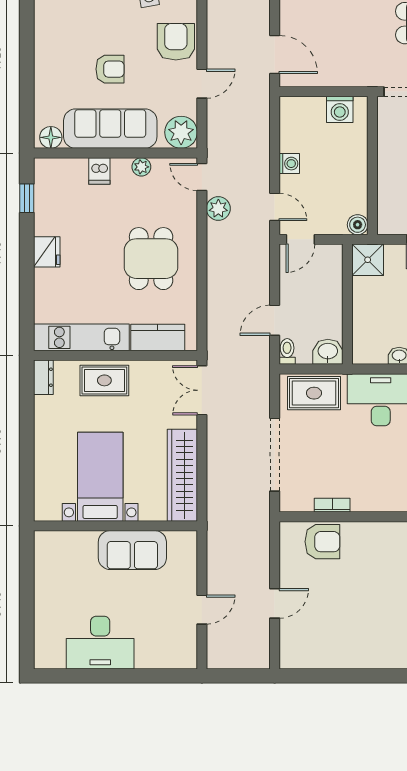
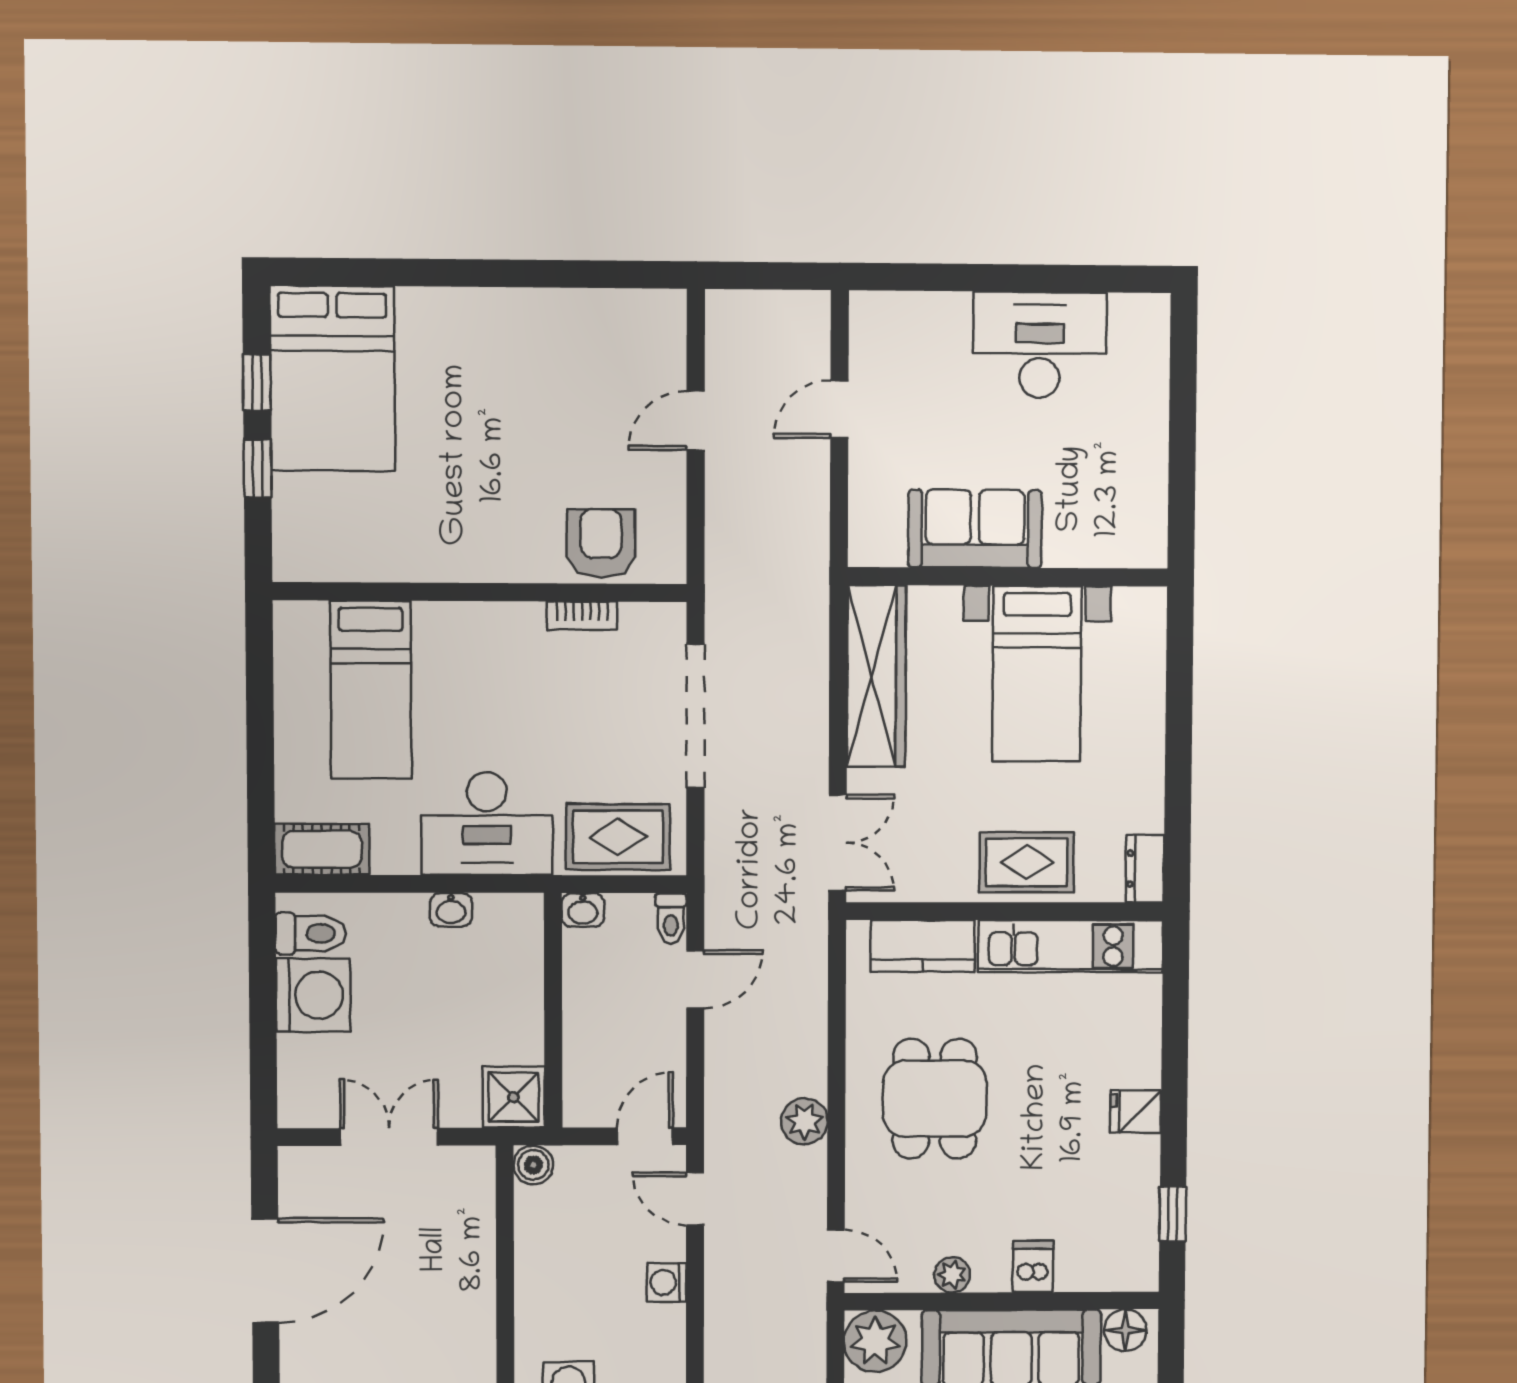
plant: (218, 209) -> (804, 1121), moved
fridge: (47, 252) -> (1136, 1111), width x0.72
washbasin: (328, 352) -> (583, 910), width x0.72, depth x0.69
armchair: (322, 542) -> (601, 543), turned 90

